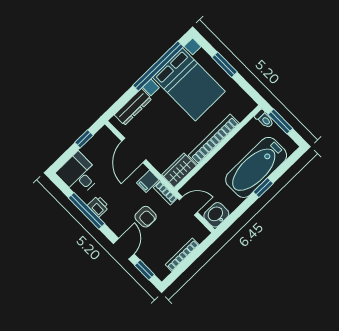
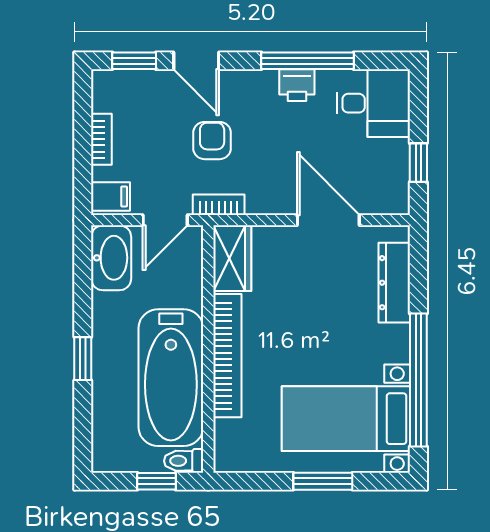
bed with nightstands: (189, 84) -> (346, 419), width x0.73
window: (280, 121) -> (157, 481), width x0.67
bathtub: (256, 167) -> (171, 378), moved, turned 180
filing cabinet: (148, 181) -> (111, 196), moved, turned 90
washbasin: (216, 215) -> (111, 258), width x1.38
armchair: (146, 217) -> (212, 141), turned 90
bookcase: (182, 255) -> (101, 139), width x0.64

